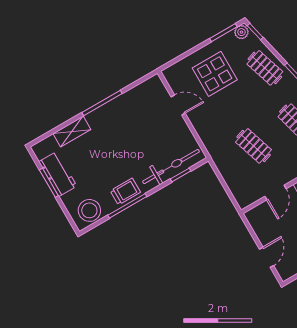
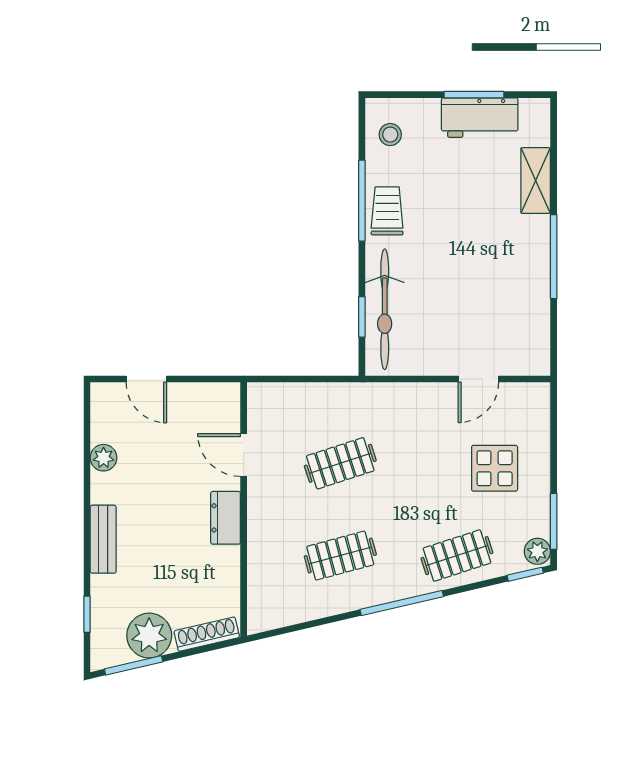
display table: (215, 74) -> (495, 468), width x0.73, depth x0.73
trolley: (125, 192) -> (387, 211), turned 180
stool: (89, 210) -> (390, 135), width x0.53, depth x0.53

